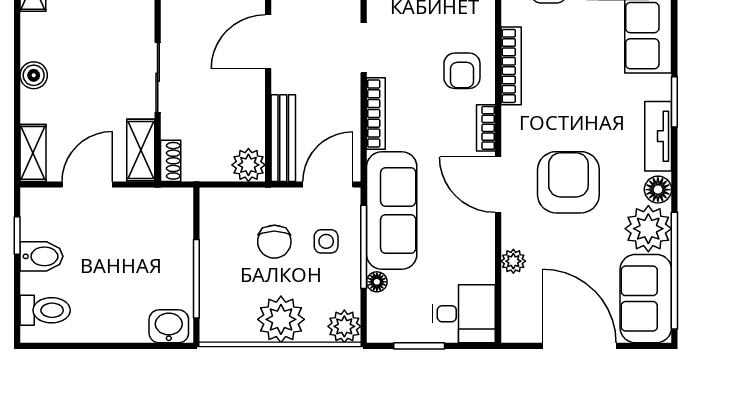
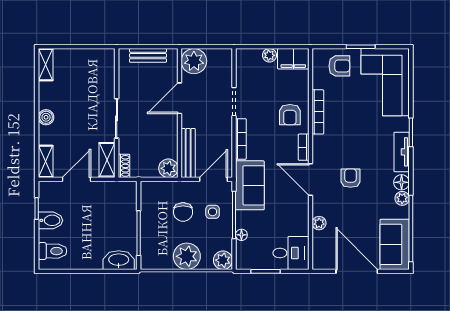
armchair: (568, 182) -> (351, 178), width x0.53, depth x0.53
sofa: (392, 210) -> (250, 185), width x0.73
plant: (648, 229) -> (402, 198), width x0.53, depth x0.53
washbasin: (169, 326) -> (119, 260), width x1.38

